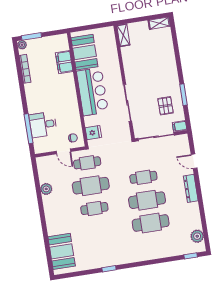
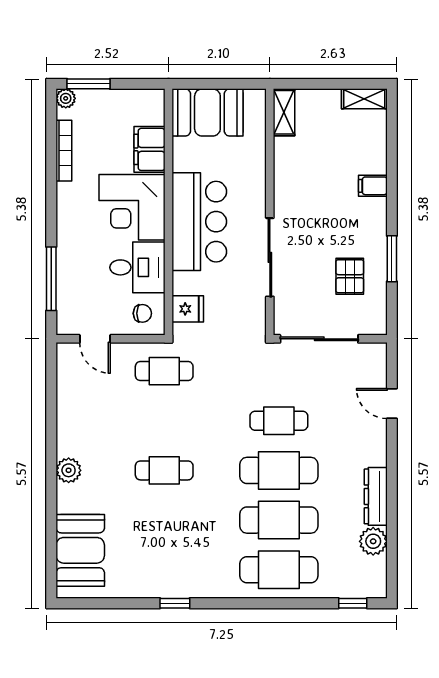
booth: (84, 52) -> (207, 112), moved, turned 90
corner desk: (60, 90) -> (132, 207), added
desk: (43, 125) -> (137, 267), moved, turned 180
filing cabinet: (180, 126) -> (373, 186), moved
door: (63, 151) -> (95, 339), moved
cafe table: (91, 186) -> (279, 570), moved
dresser: (191, 188) -> (376, 496), moved
plant: (46, 189) -> (69, 470), moved
plant: (197, 236) -> (373, 541), moved

